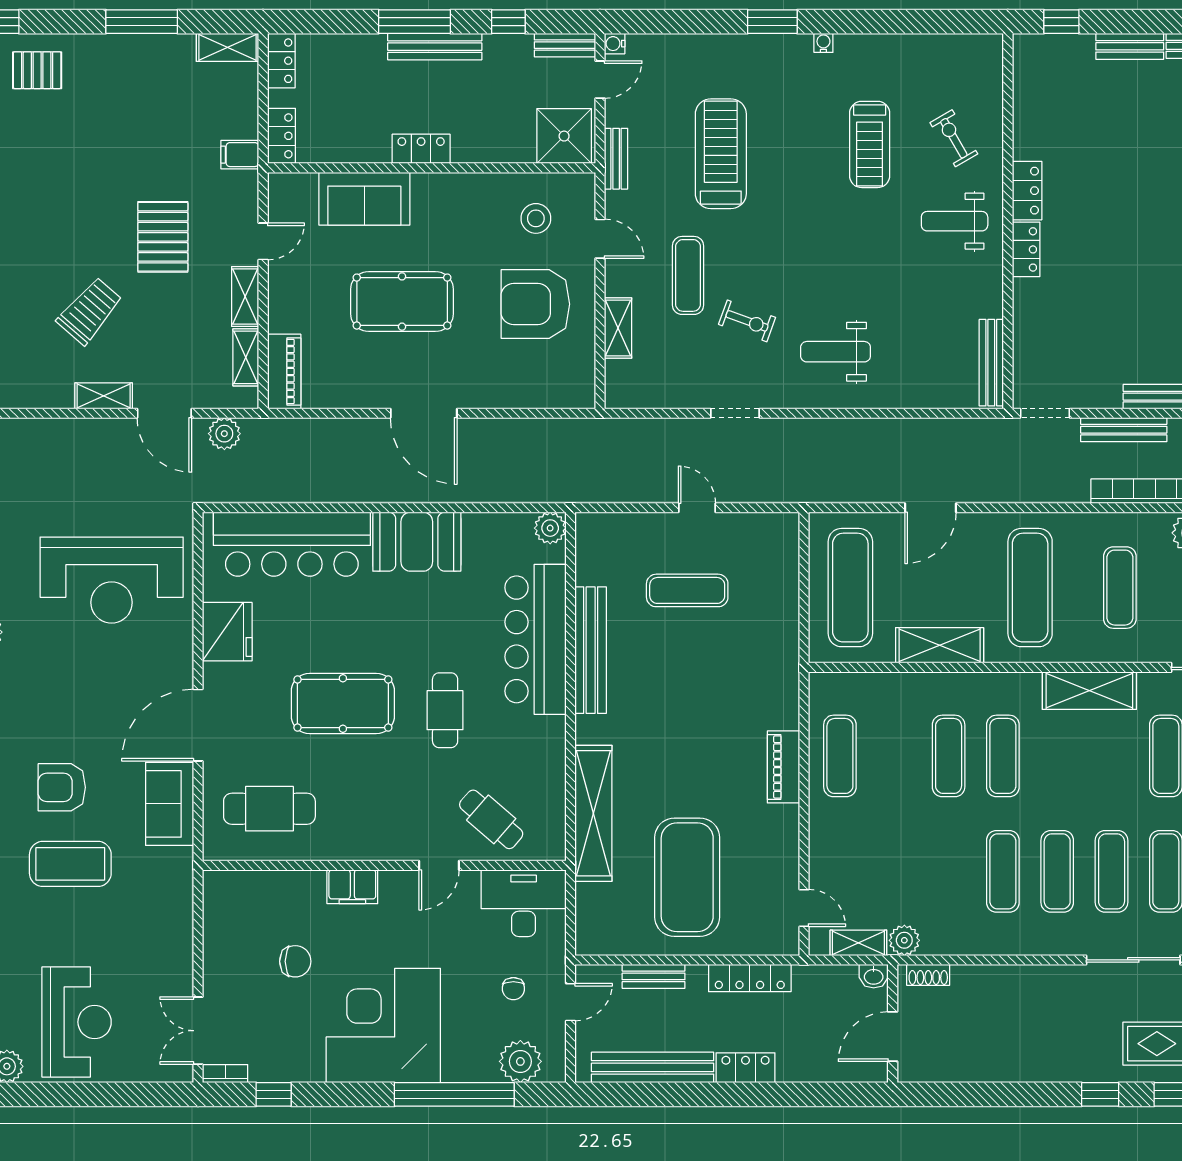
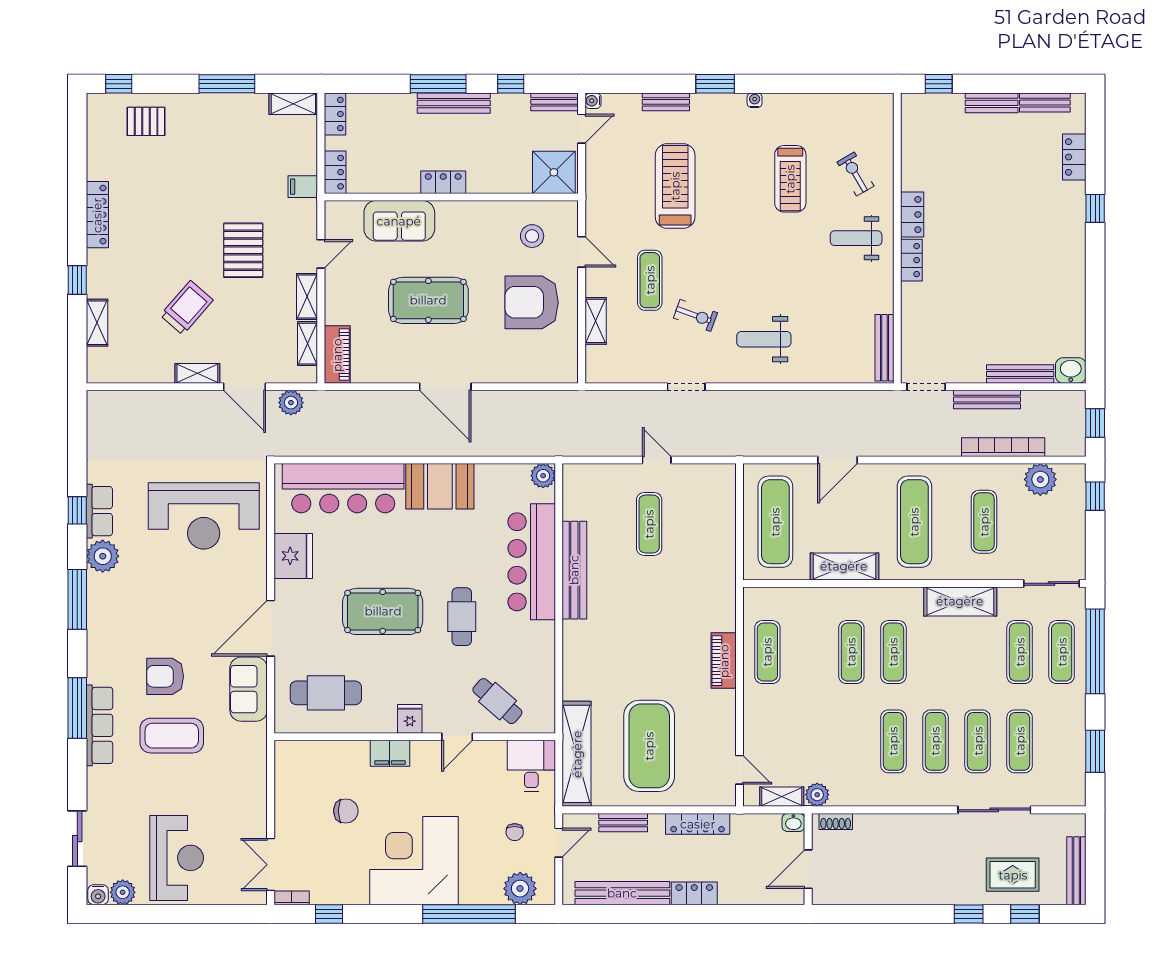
bench: (616, 159) -> (666, 102), moved, turned 90
exercise mat: (687, 590) -> (649, 524), turned 90
shelving: (593, 813) -> (577, 754), moved
fridge: (378, 842) -> (410, 719), added
desk: (524, 903) -> (531, 766), width x0.73

